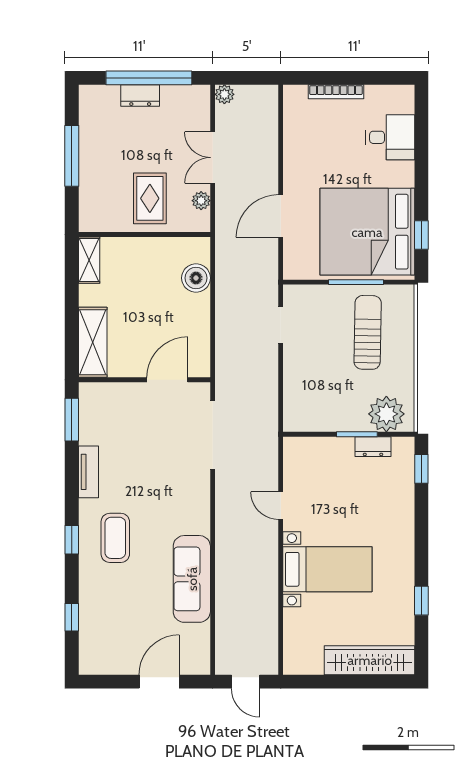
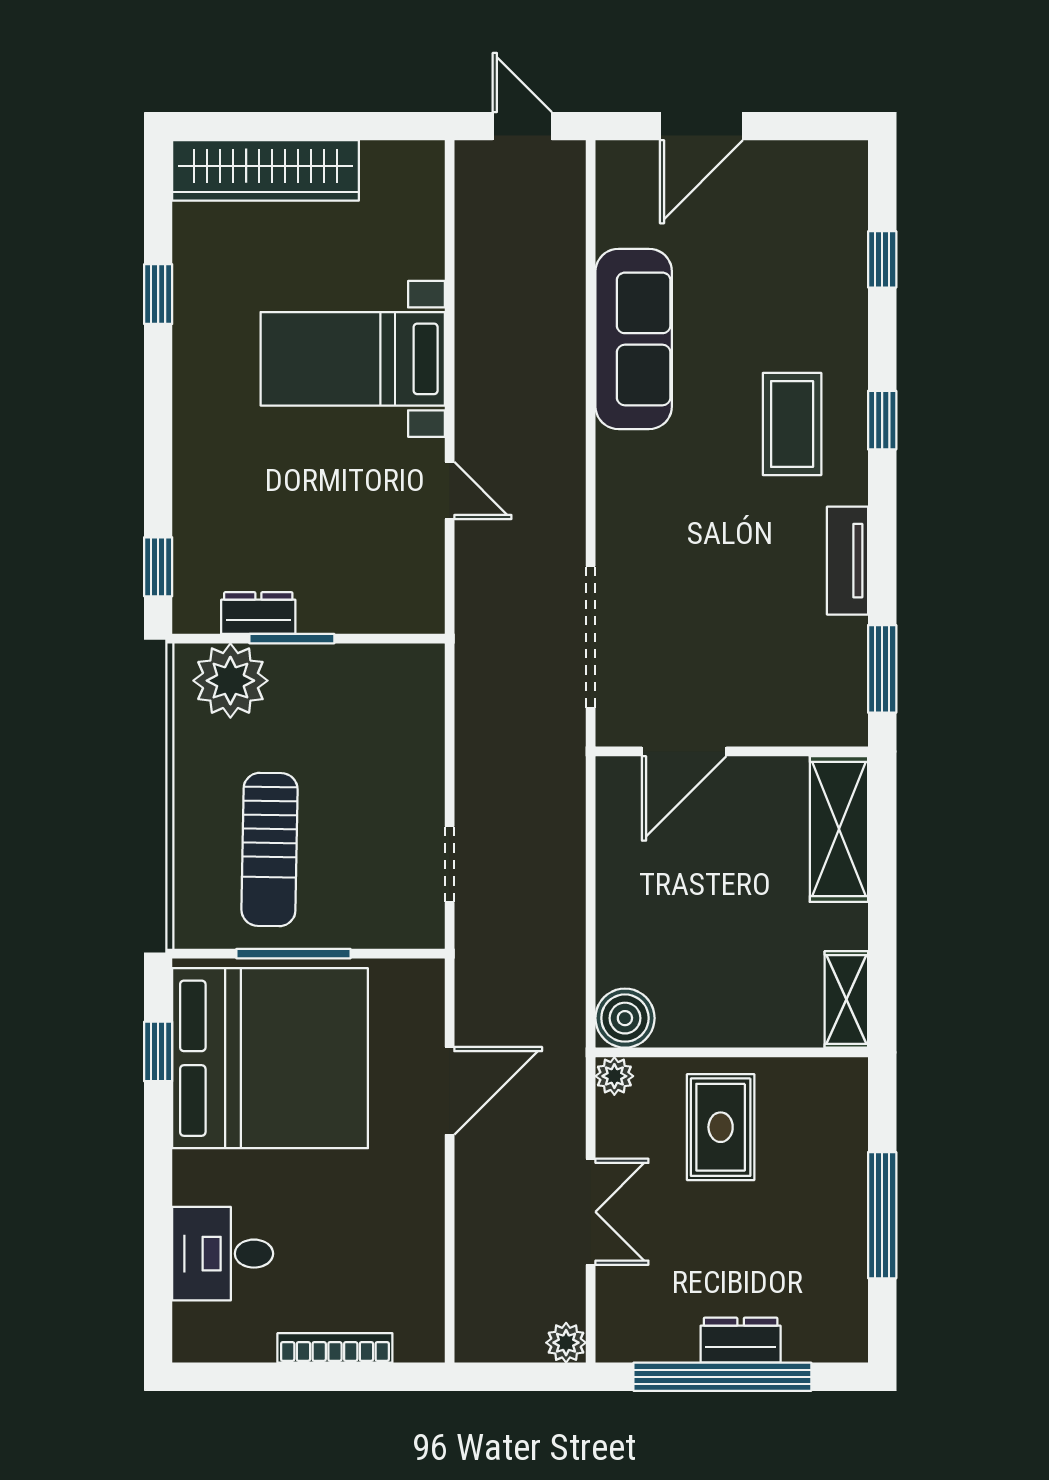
plant: (201, 201) -> (614, 1076), moved
boiler: (196, 278) -> (625, 1018), moved

